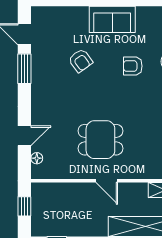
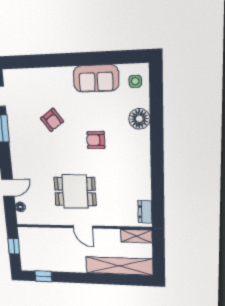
sofa: (112, 19) -> (96, 78), moved
armchair: (133, 66) -> (96, 140), moved

